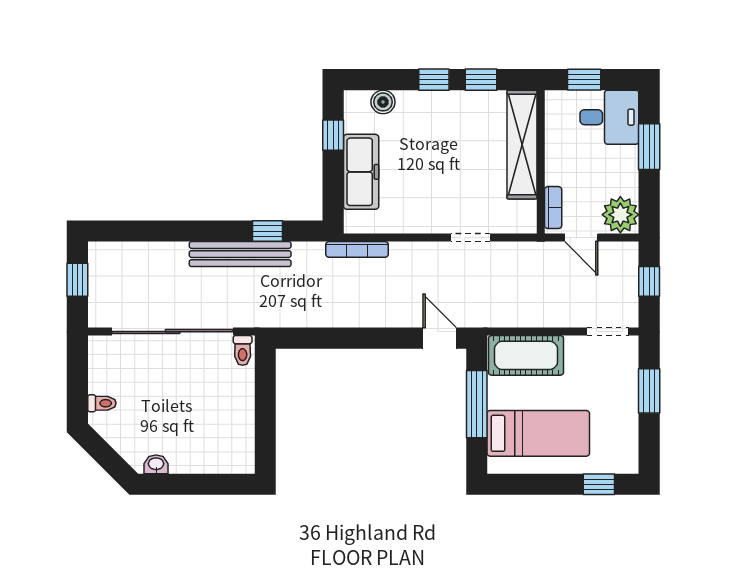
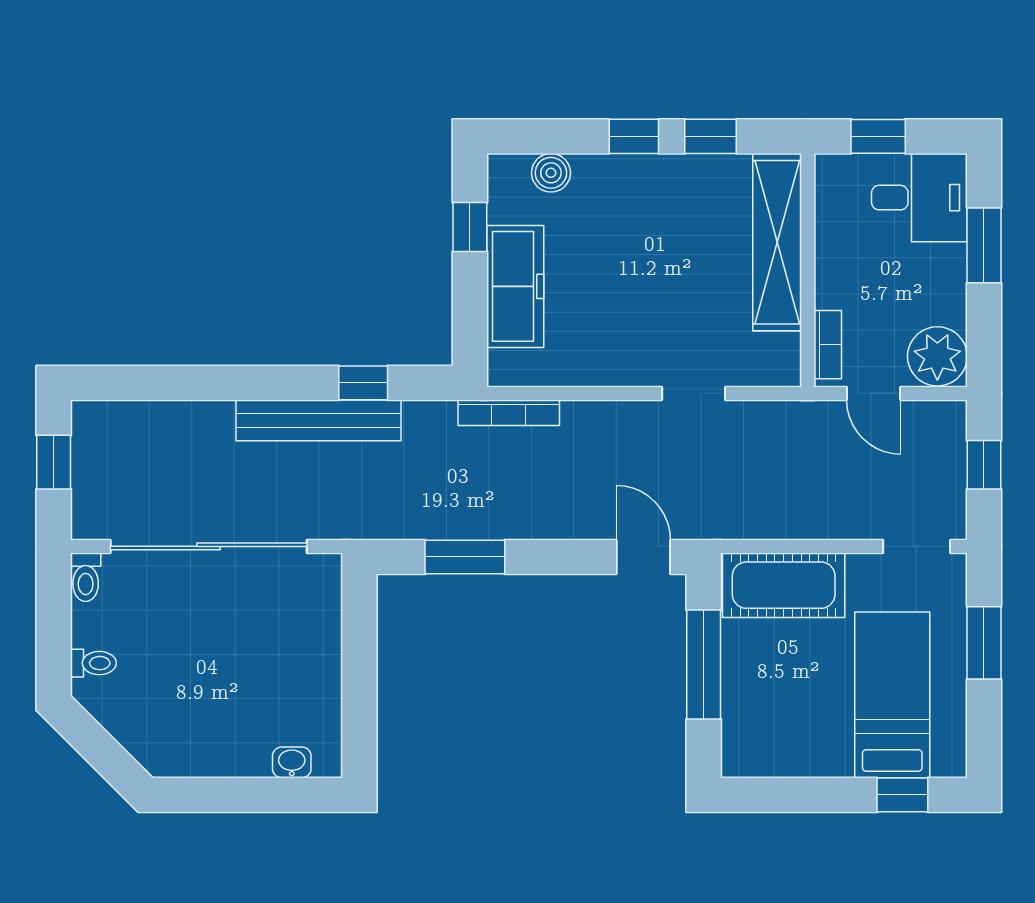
window: (330, 338) -> (465, 557), added
toilet: (243, 350) -> (86, 577), moved
bed: (538, 433) -> (892, 695), moved, turned -90
washbasin: (156, 464) -> (292, 762), moved

